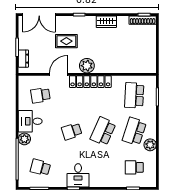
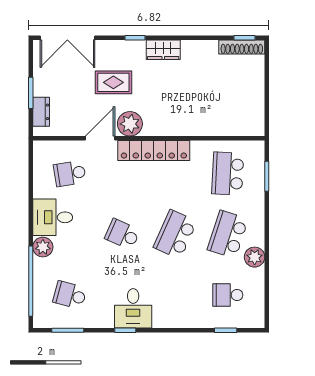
wardrobe: (106, 22) -> (163, 50), moved
plant: (87, 66) -> (130, 124), moved
school desk: (72, 131) -> (122, 234), turned 42

